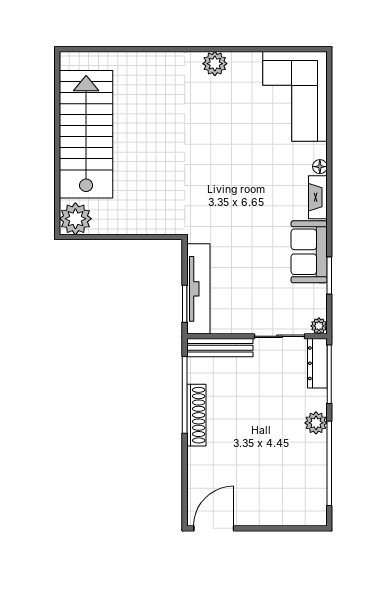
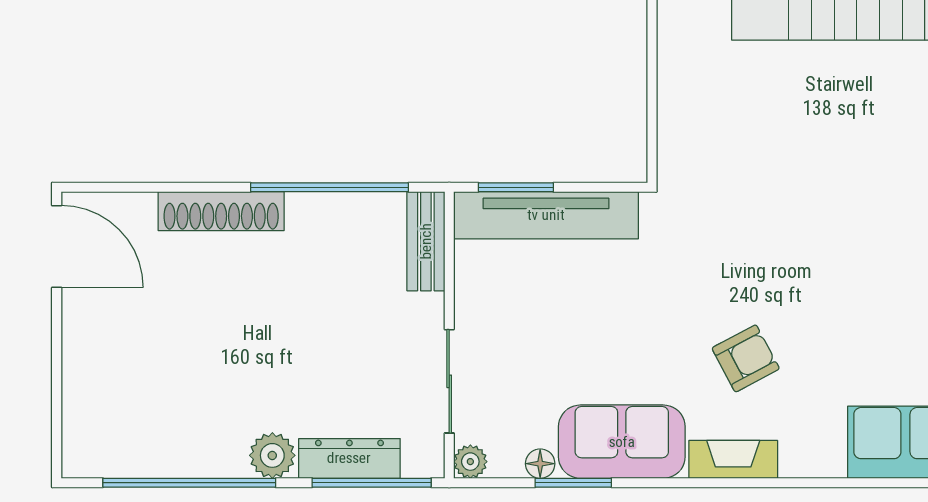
floor lamp: (320, 167) -> (540, 464), moved
armchair: (268, 191) -> (746, 358), added
bench: (220, 348) -> (426, 241), width x0.73
dresser: (317, 363) -> (349, 458), moved
shoe rack: (196, 415) -> (221, 211), moved

